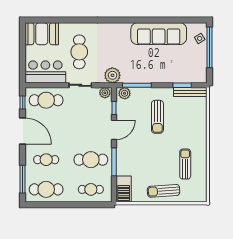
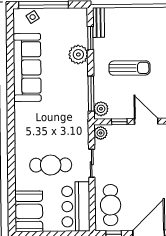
plant: (112, 75) -> (78, 54), moved
bench: (190, 92) -> (99, 22), width x0.73

